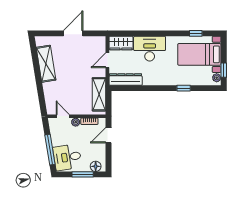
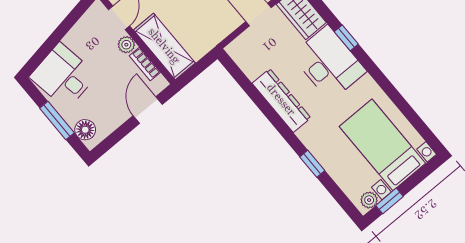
window: (196, 33) -> (346, 38), moved
dresser: (126, 80) -> (281, 100), moved
shelving: (99, 94) -> (164, 46), moved, turned 90
door: (108, 135) -> (148, 110), hinge flipped
window: (50, 150) -> (53, 40), removed

